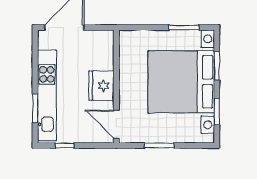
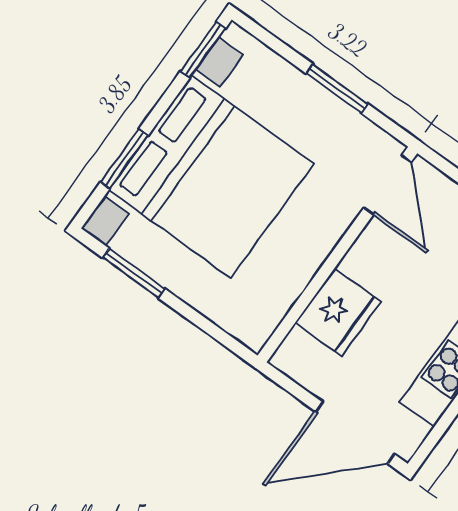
fridge: (101, 86) -> (338, 312), moved
window: (217, 112) -> (203, 50), moved

